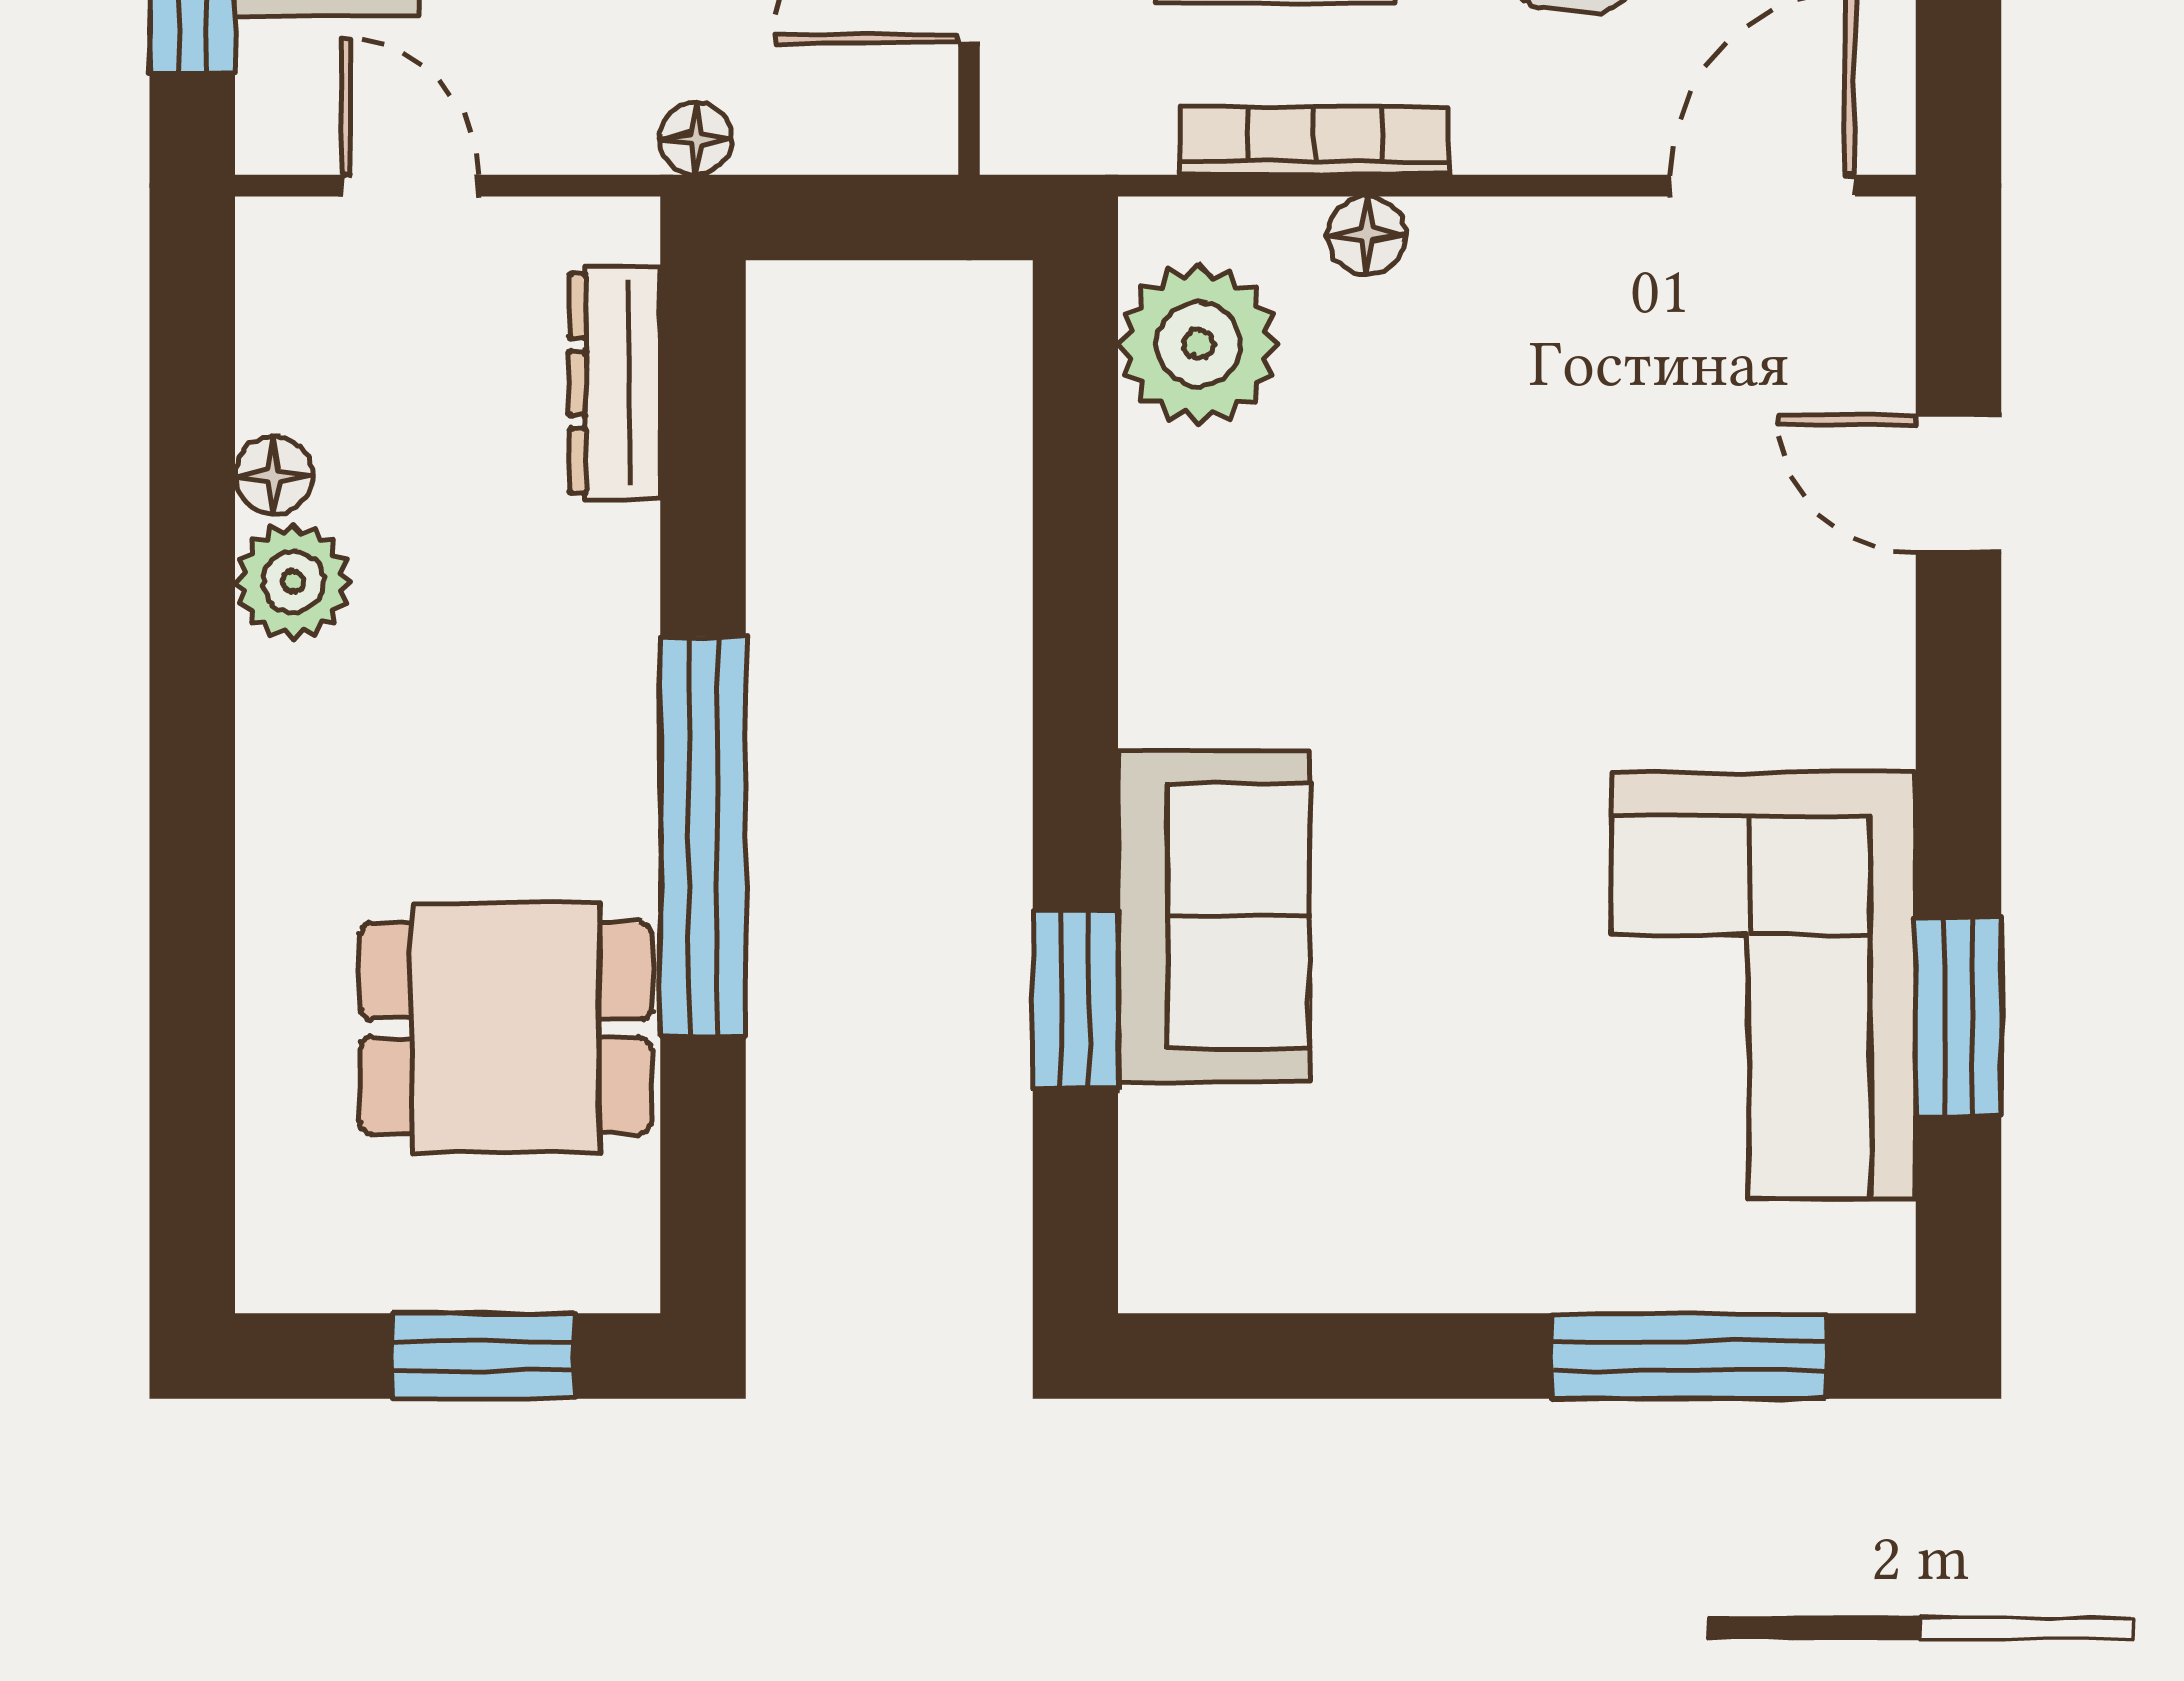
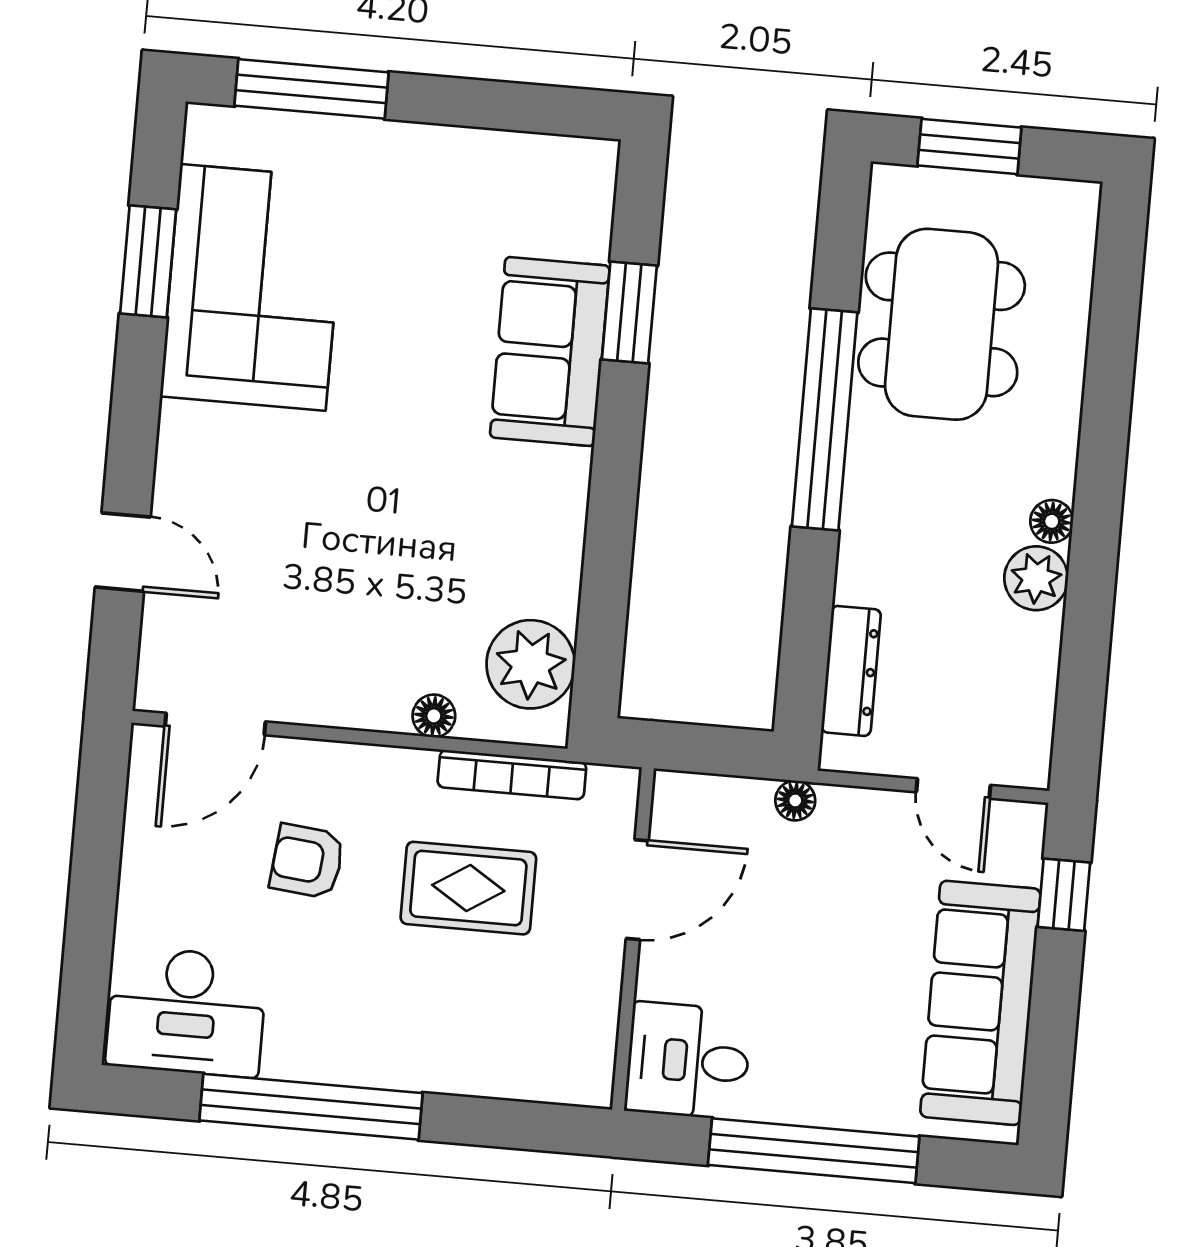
bookcase: (1315, 141) -> (512, 775), moved
floor lamp: (274, 476) -> (1052, 521), moved
dining table: (506, 1028) -> (942, 324), width x1.38

